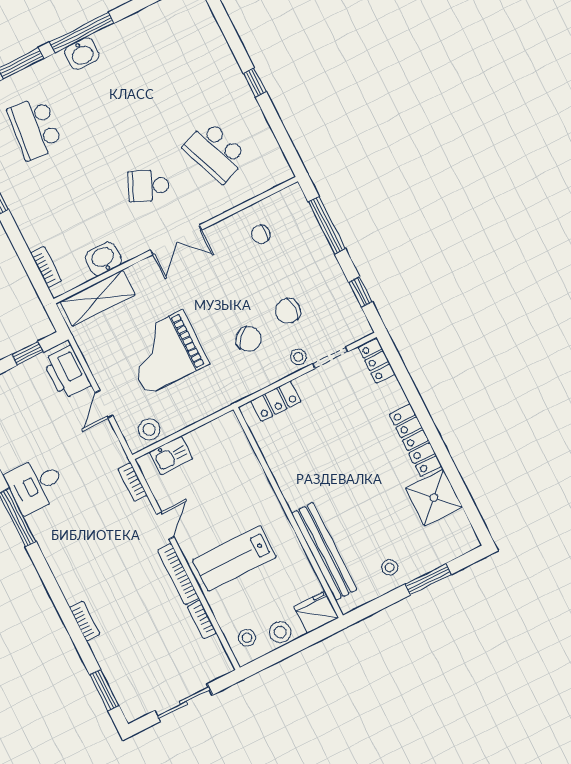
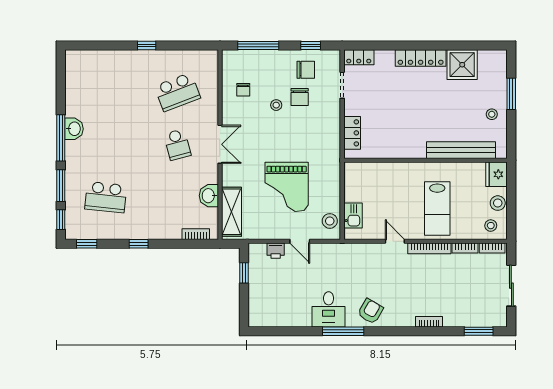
washbasin: (82, 54) -> (74, 129), moved
school desk: (148, 186) -> (177, 145), turned -39
chair: (248, 339) -> (306, 70), moved, turned 46
stool: (298, 357) -> (276, 105), moved
printer: (67, 372) -> (276, 251), width x0.53, depth x0.68
bookcase: (132, 482) -> (492, 248), moved
armchair: (60, 539) -> (370, 311), added

